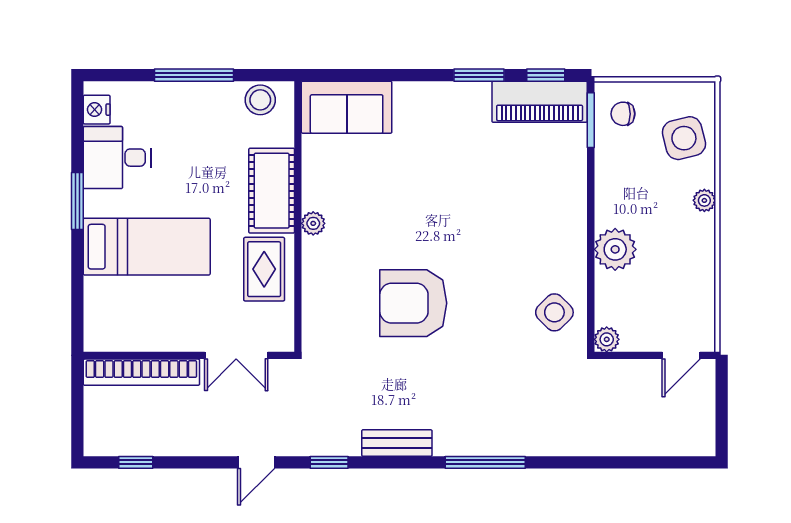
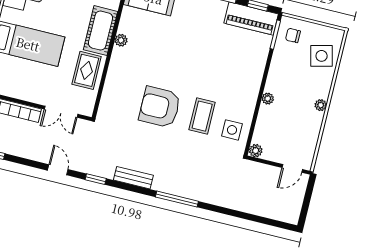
plant: (704, 200) -> (321, 105), moved
plant: (313, 223) -> (121, 40), moved
plant: (615, 249) -> (268, 99), width x0.53, depth x0.53
coffee table: (494, 301) -> (202, 116), added
side table: (554, 312) -> (232, 130), turned 45
door: (256, 462) -> (58, 170), swing flipped

